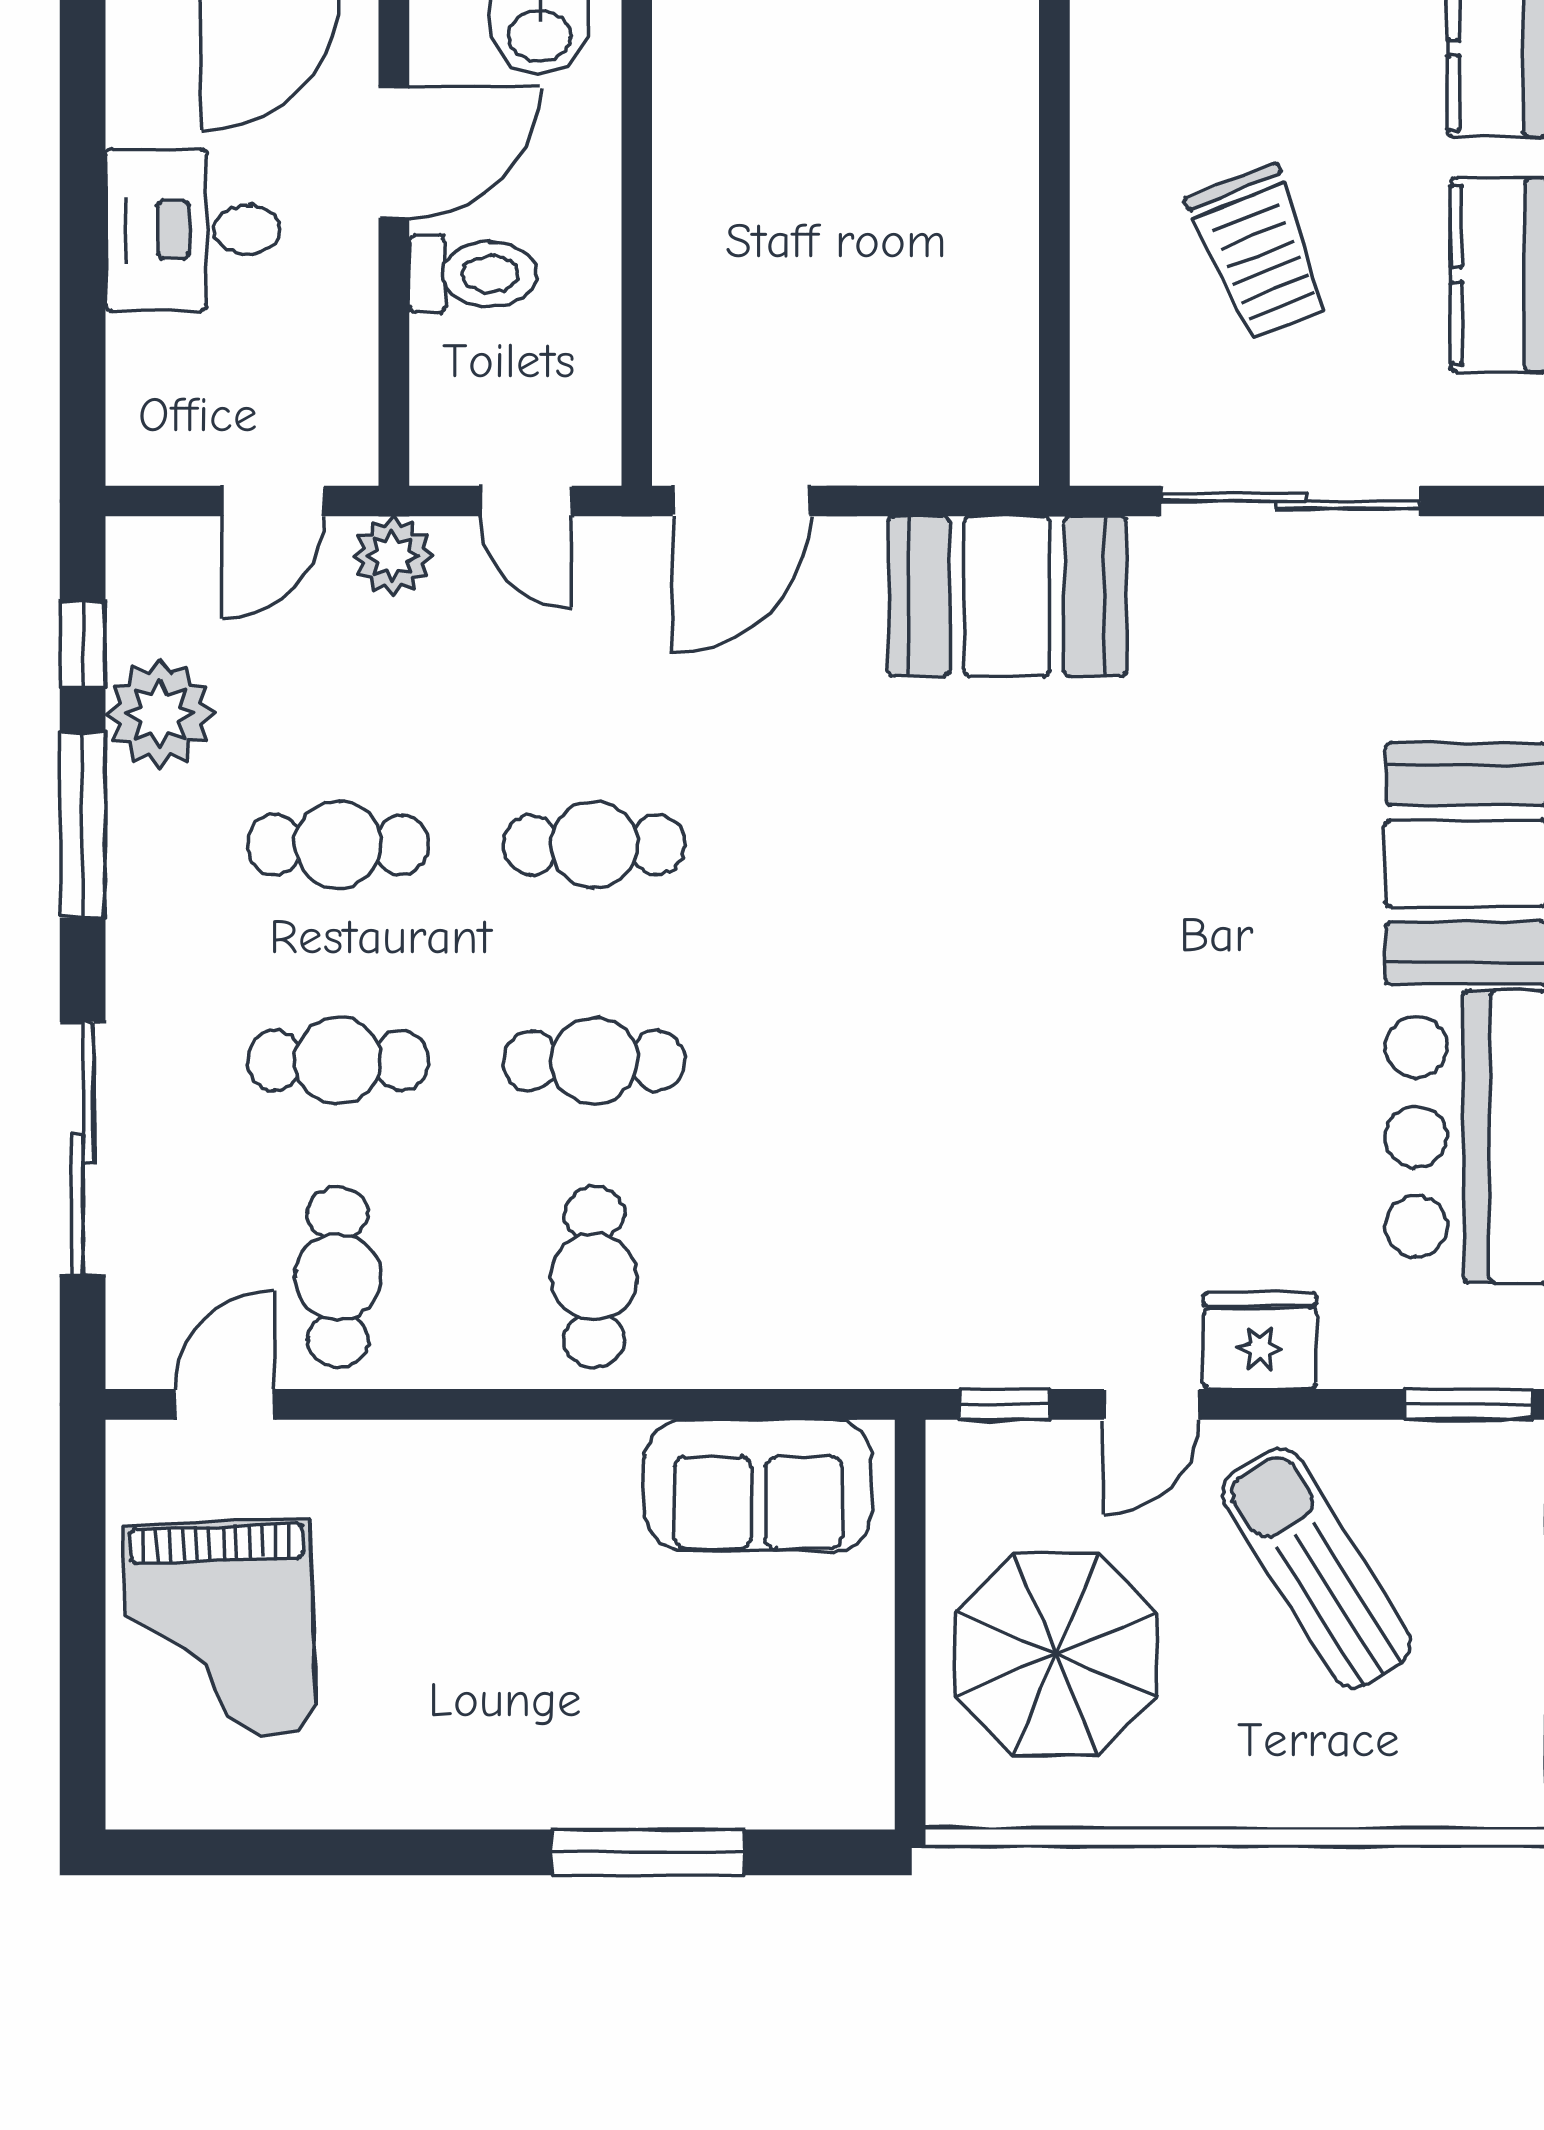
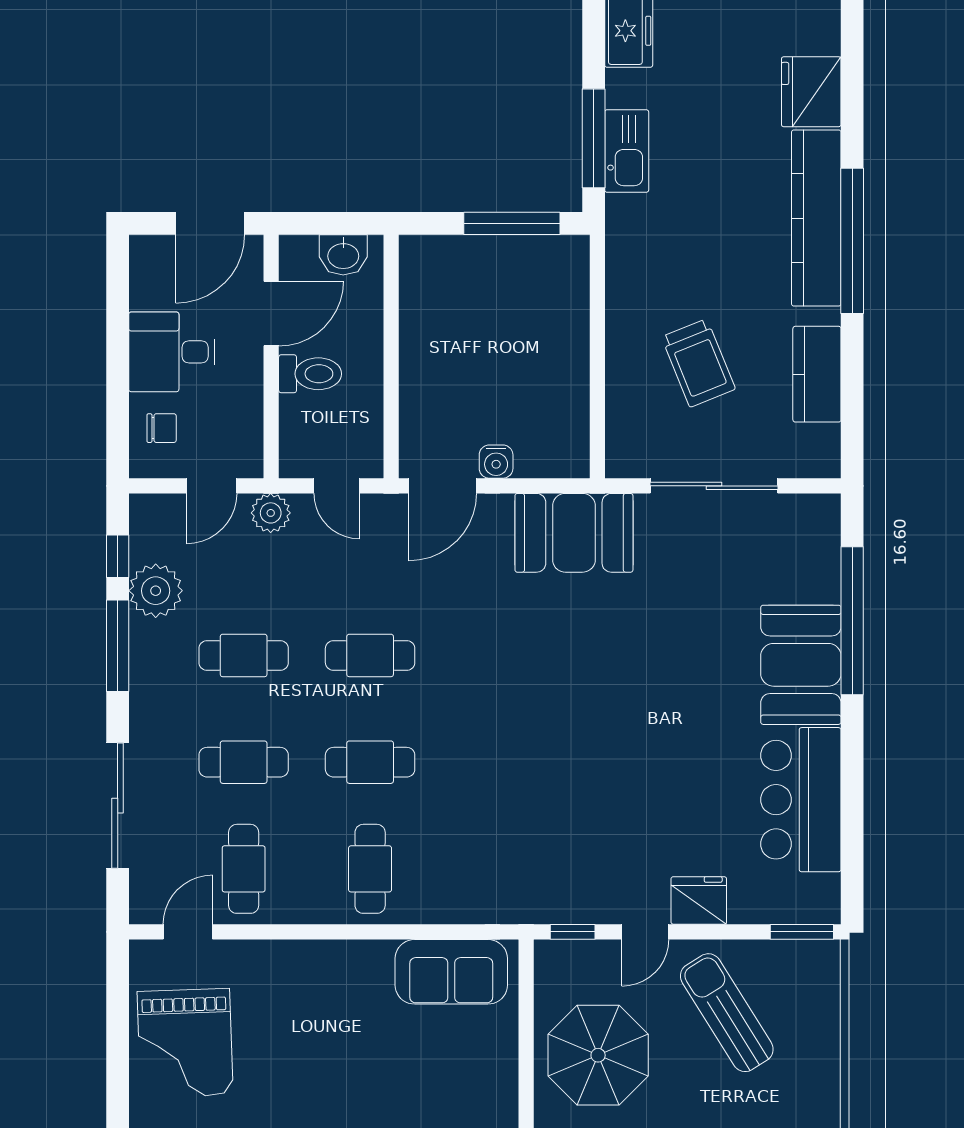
chair: (172, 384) -> (162, 428), added
water cooler: (849, 452) -> (496, 462), added

